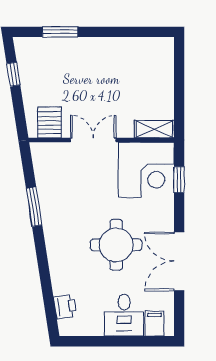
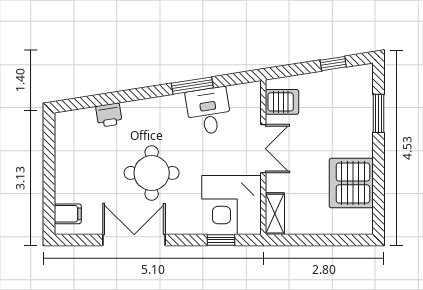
server rack: (126, 57) -> (351, 183), added
printer: (65, 307) -> (109, 115), moved
desk: (124, 315) -> (209, 111), moved, turned 81

